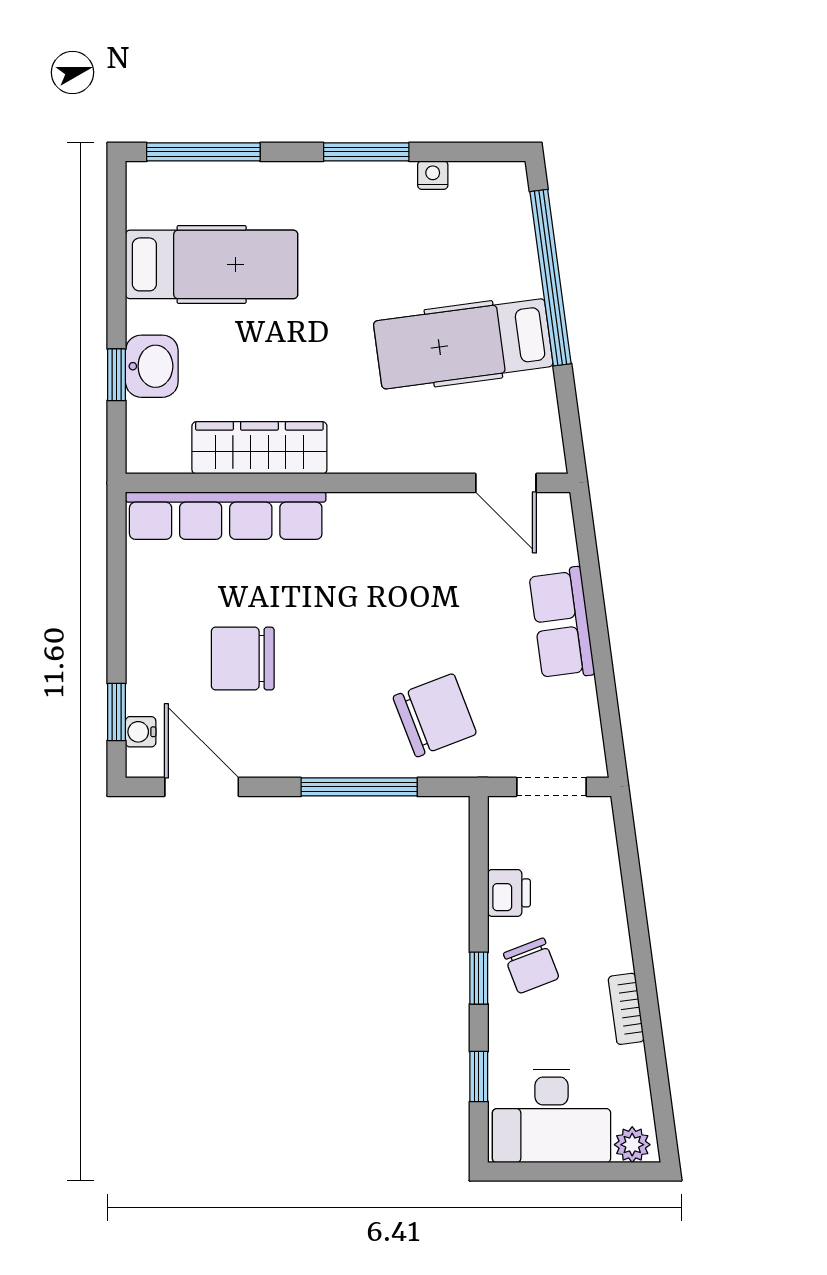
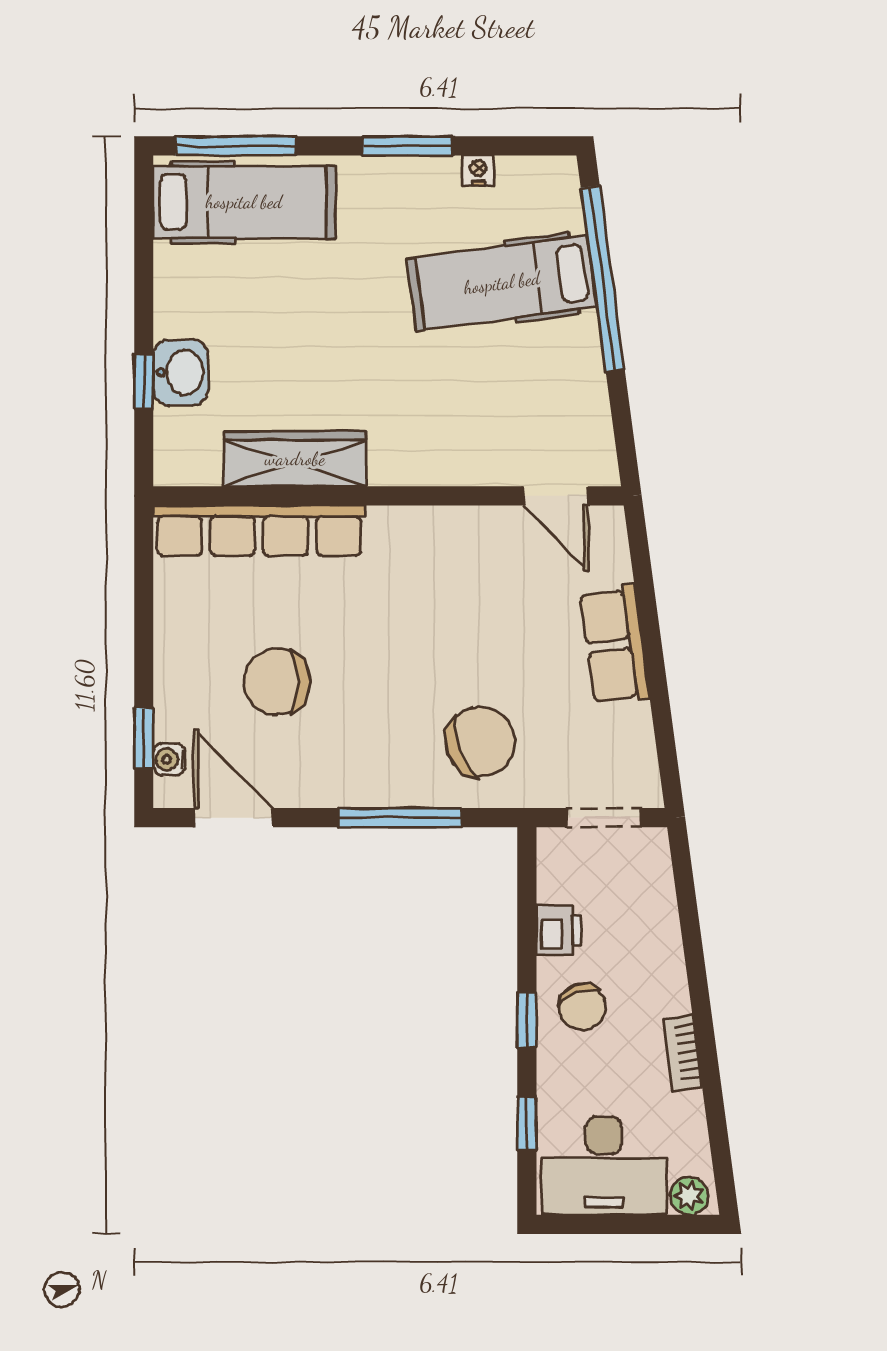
hospital bed: (212, 264) -> (244, 202), moved
hospital bed: (463, 344) -> (502, 283), moved

